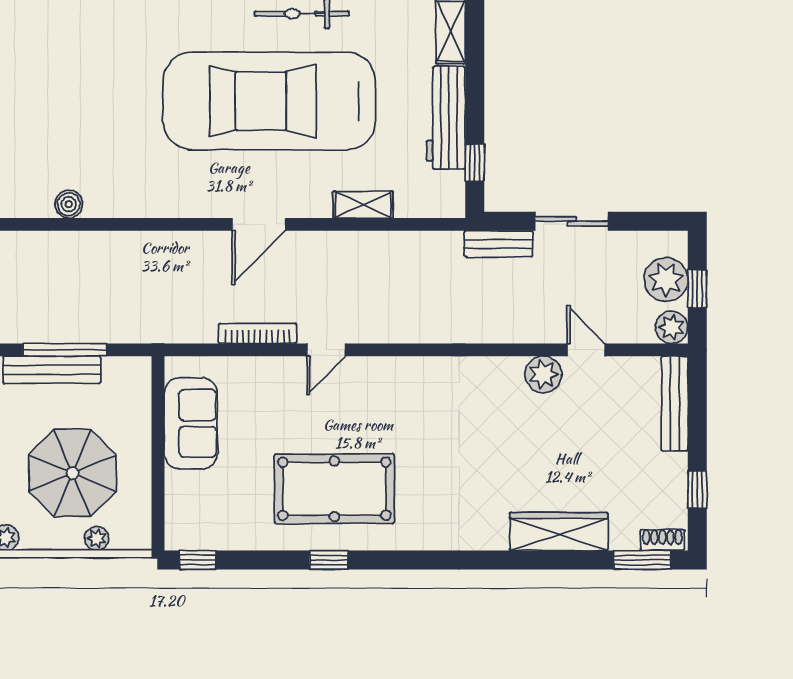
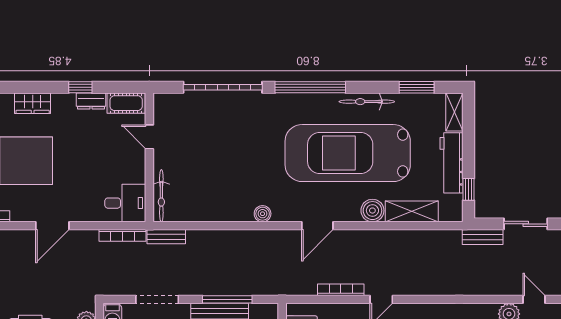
boiler: (311, 199) -> (372, 211), added
boiler: (69, 204) -> (263, 214), moved
shelving: (363, 205) -> (412, 211), width x1.50, depth x1.33
door: (259, 224) -> (317, 226), moved

